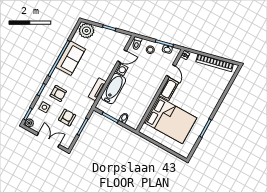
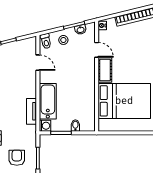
door: (122, 56) -> (38, 63), hinge flipped
washing machine: (122, 69) -> (45, 126), moved

